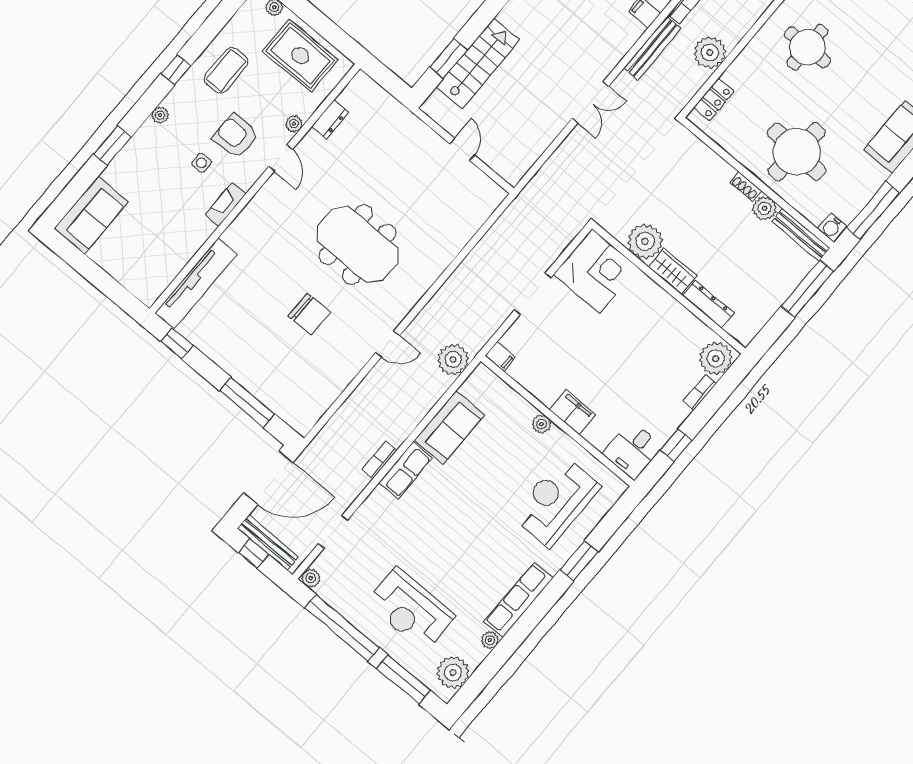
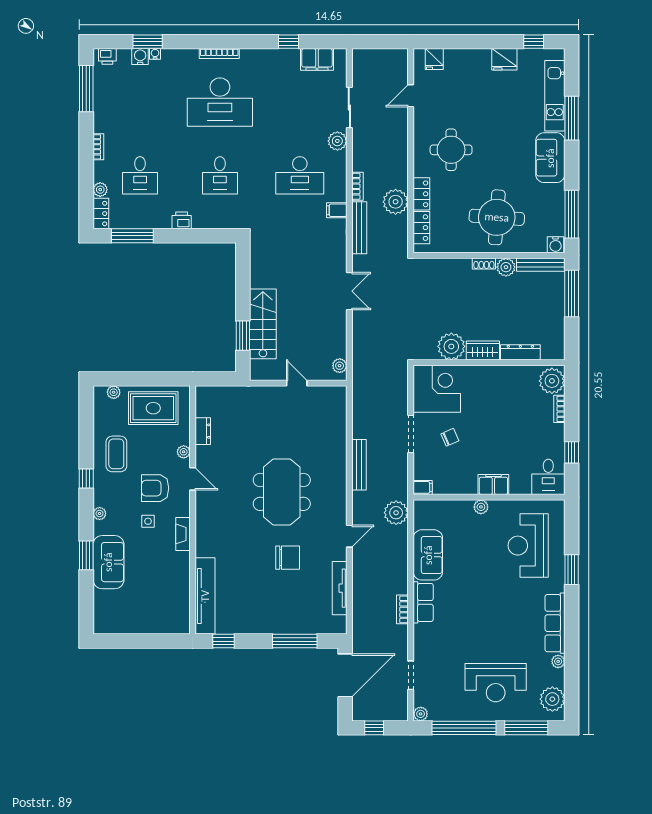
locker: (742, 66) -> (421, 194), added
plant: (519, 168) -> (340, 366), added
sofa: (91, 215) -> (108, 562), moved
meeting table: (358, 244) -> (282, 492), turned 90
chair: (568, 330) -> (450, 437), added
tv unit: (335, 387) -> (340, 588), added
bench: (268, 542) -> (359, 465), moved, turned 90

